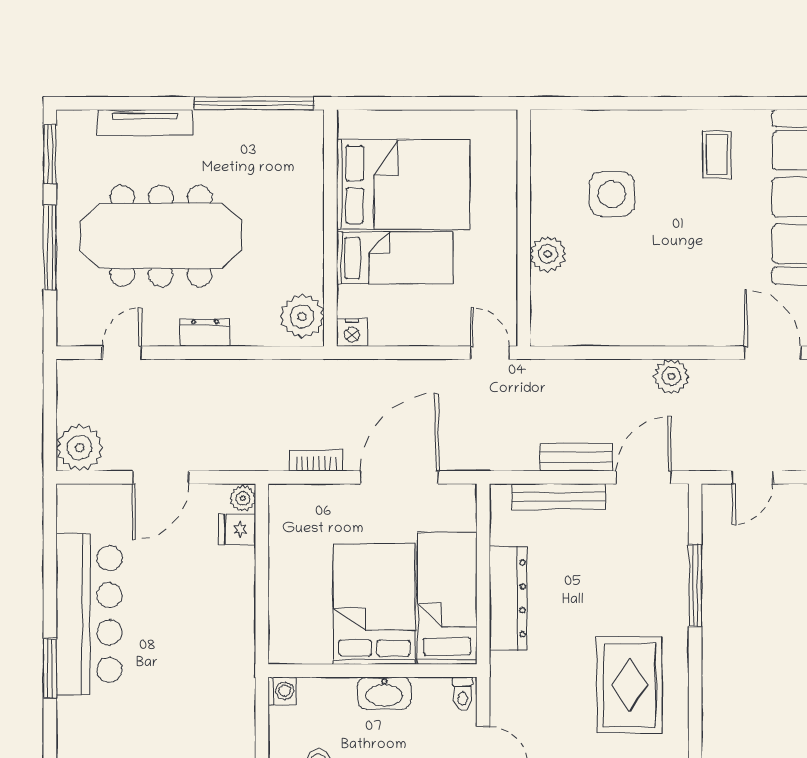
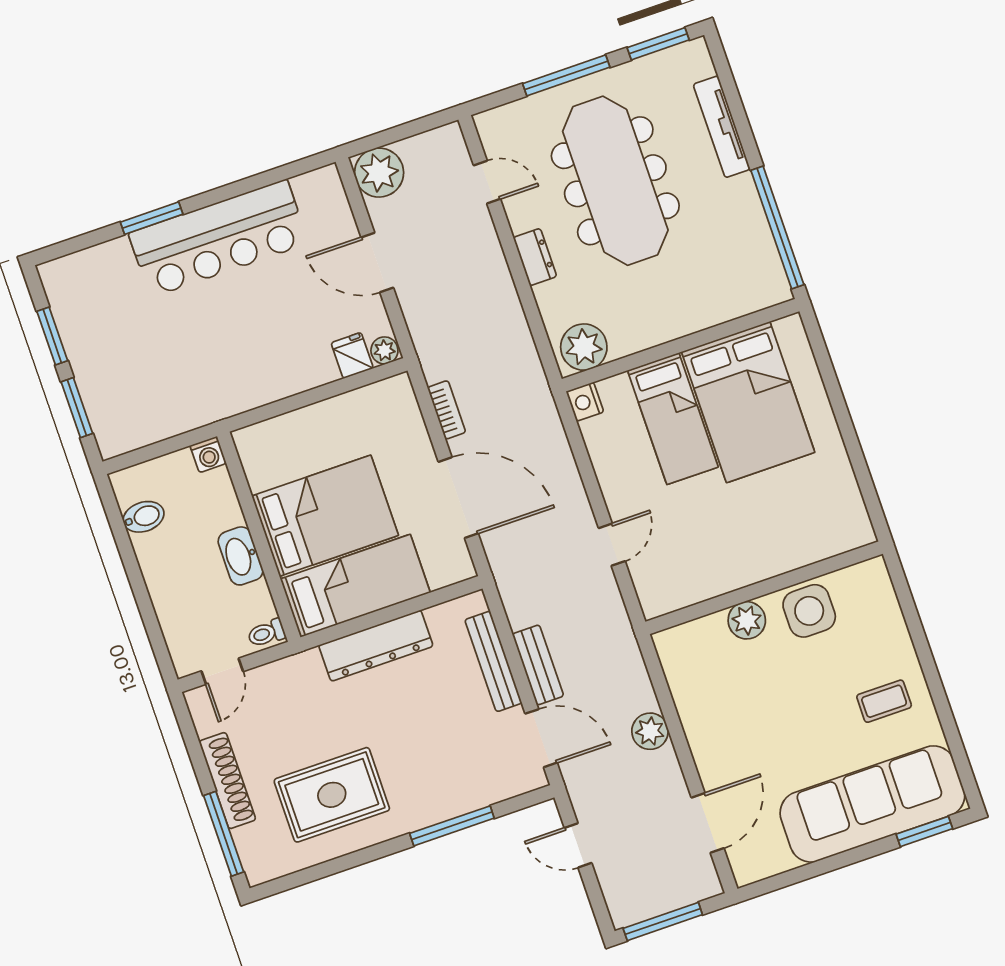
wall: (524, 228) -> (764, 588), moved
plant: (548, 254) -> (747, 620), moved

